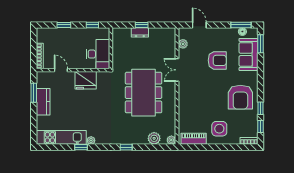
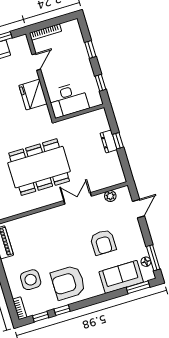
side table: (219, 129) -> (31, 280), moved

